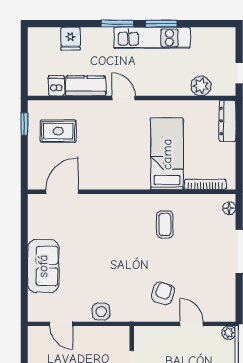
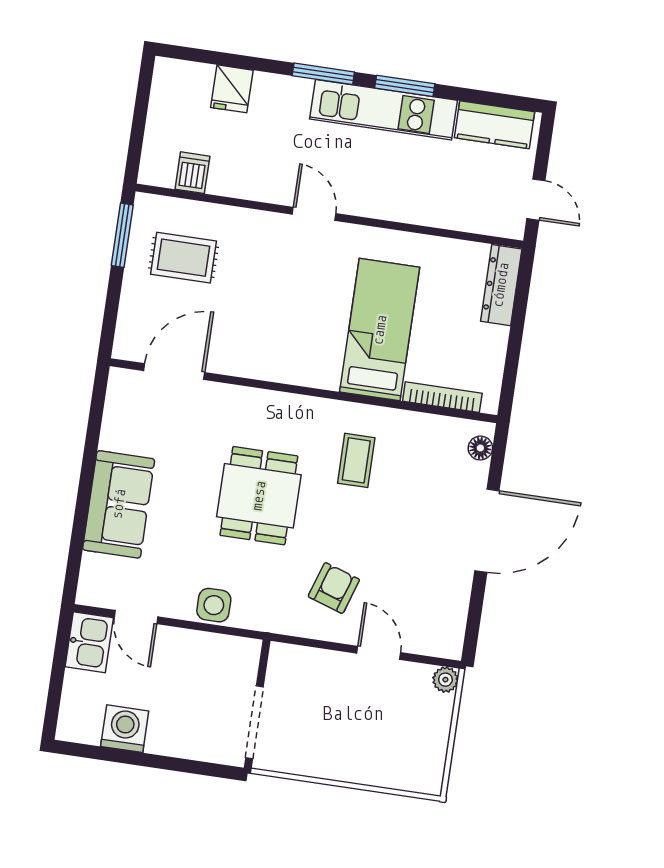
kitchen counter: (86, 86) -> (494, 125), moved, turned 180
plant: (201, 86) -> (461, 213), removed
window: (24, 124) -> (122, 235), width x1.50
dining table: (116, 251) -> (259, 496), added
kitchen sink: (39, 341) -> (89, 642), added

